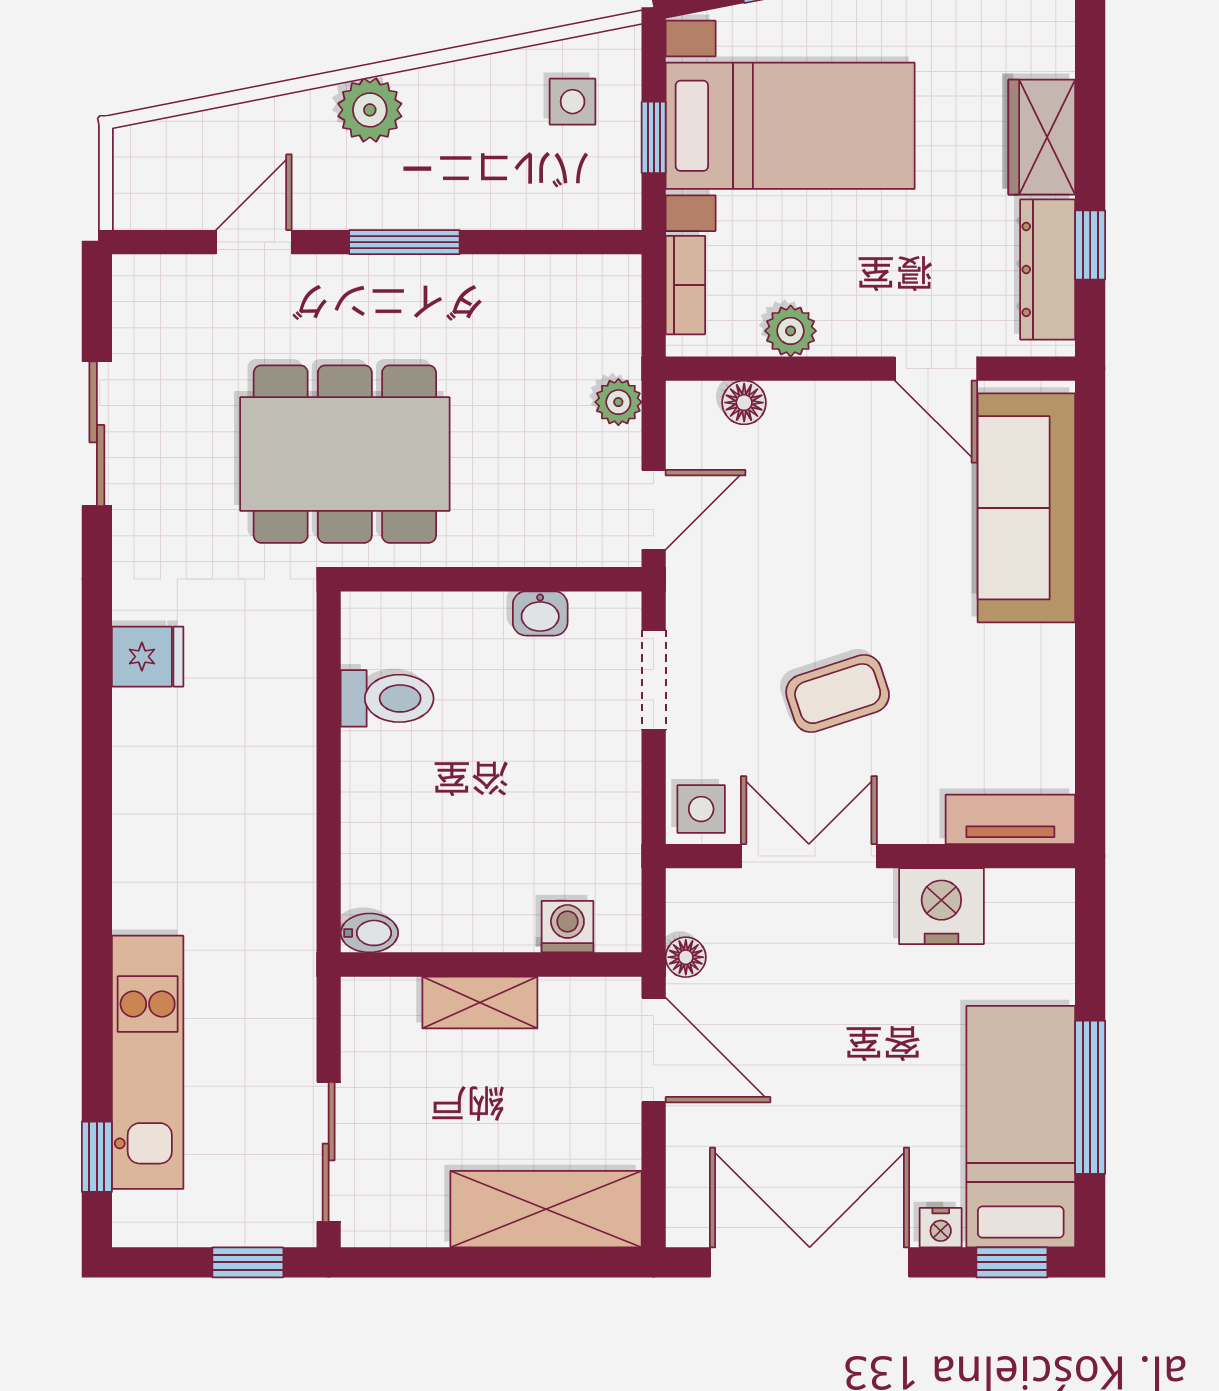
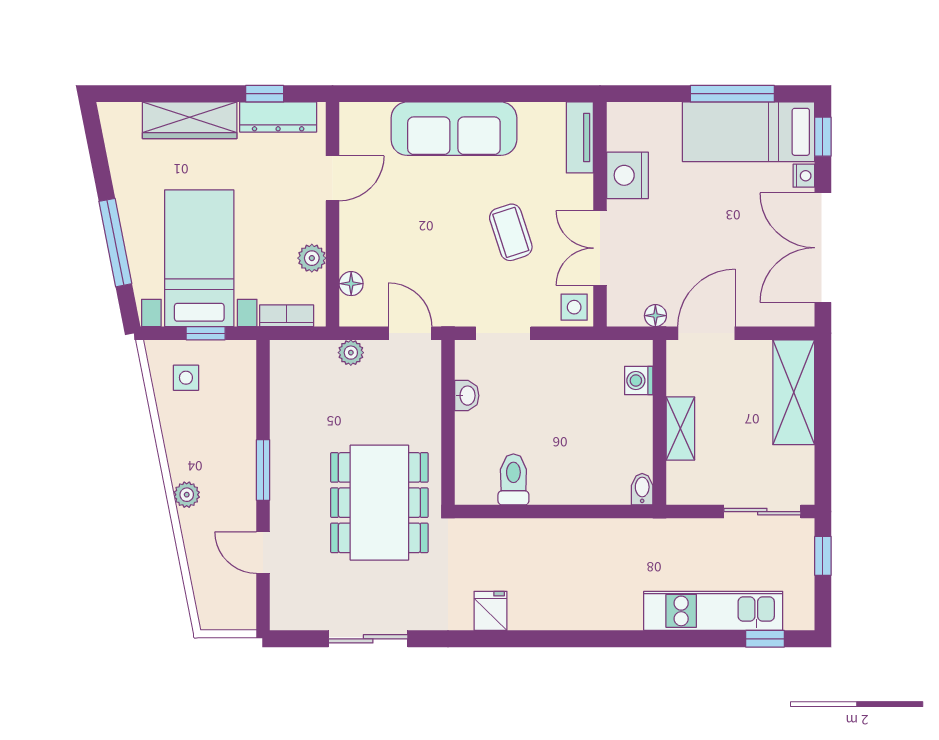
plant: (370, 110) -> (187, 495), width x0.73, depth x0.73
wardrobe: (1042, 137) -> (190, 120), width x1.50
sofa: (1026, 508) -> (454, 129), moved

